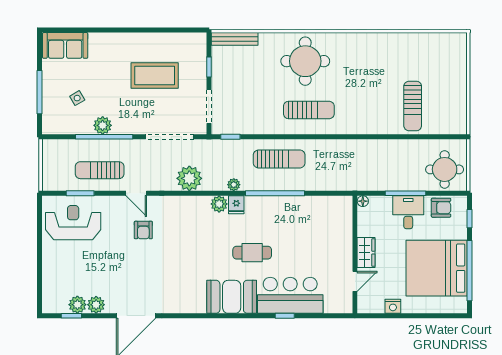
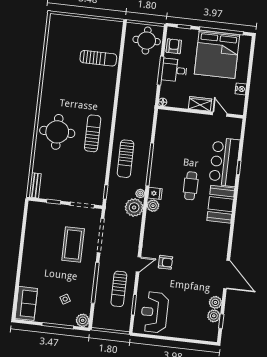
bench: (235, 39) -> (35, 185), width x0.73
coffee table: (155, 75) -> (73, 245), moved
plant: (103, 125) -> (83, 320), moved
sun lounger: (279, 159) -> (126, 159), turned 180
plant: (189, 178) -> (134, 207), moved

